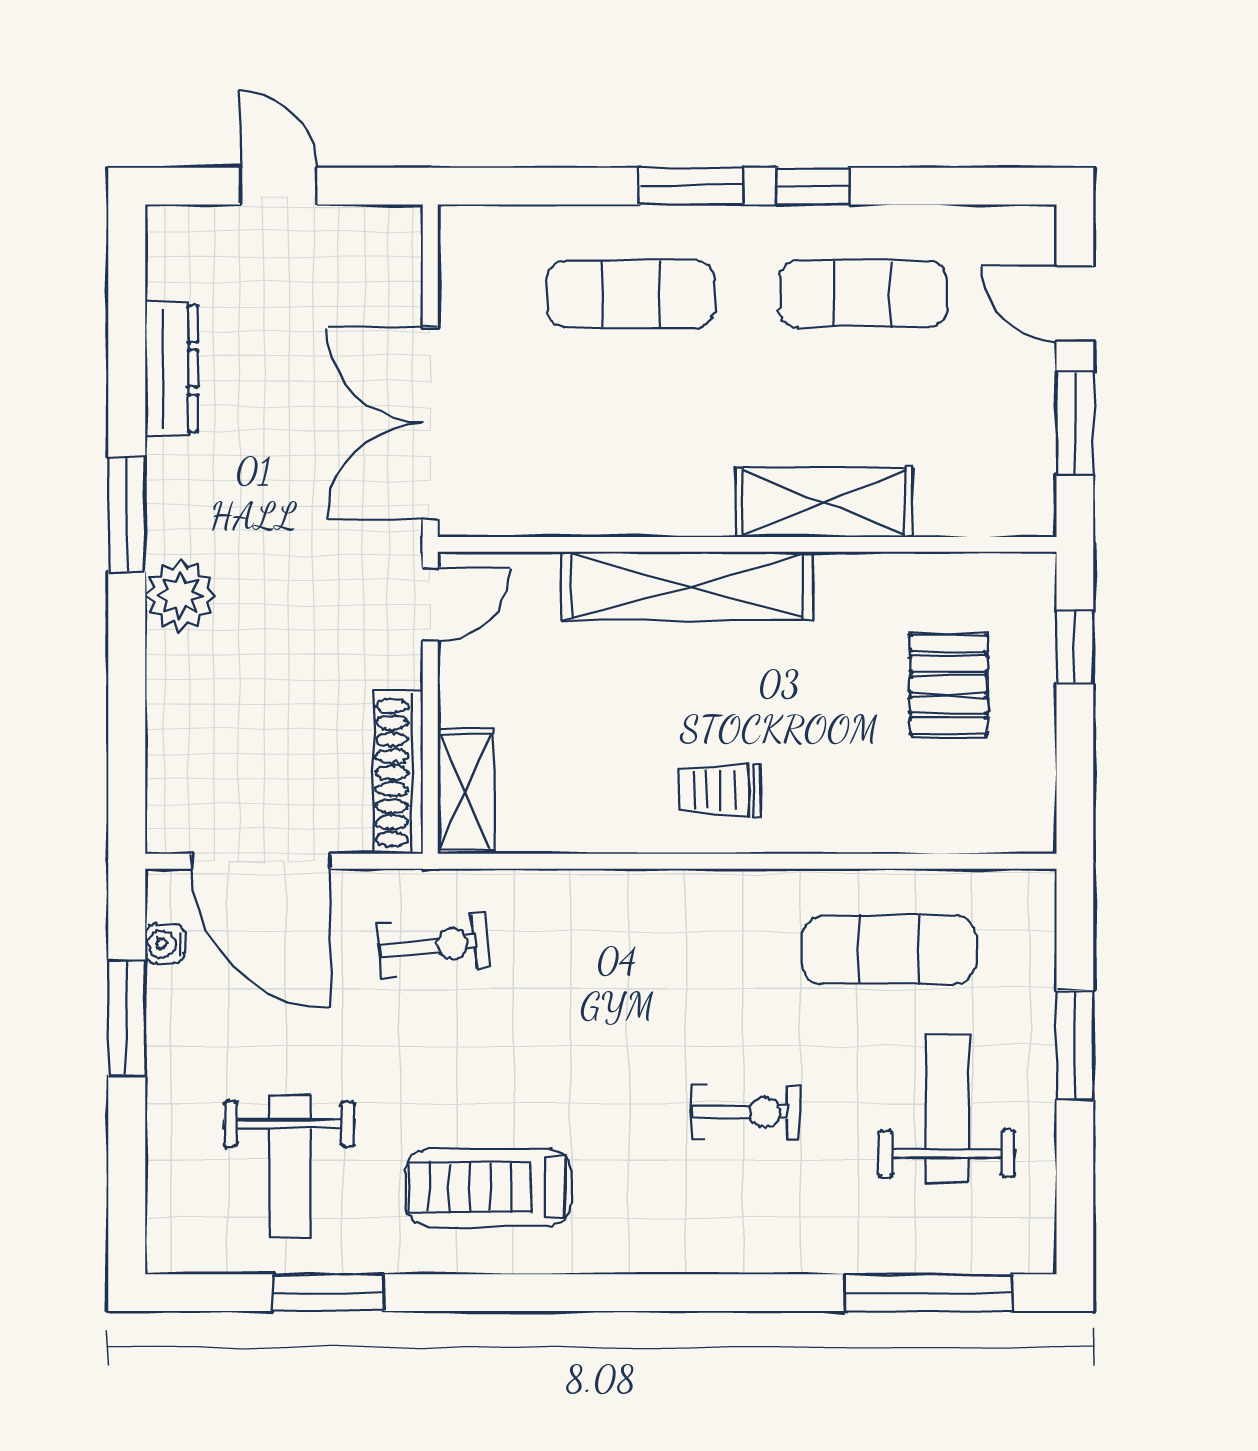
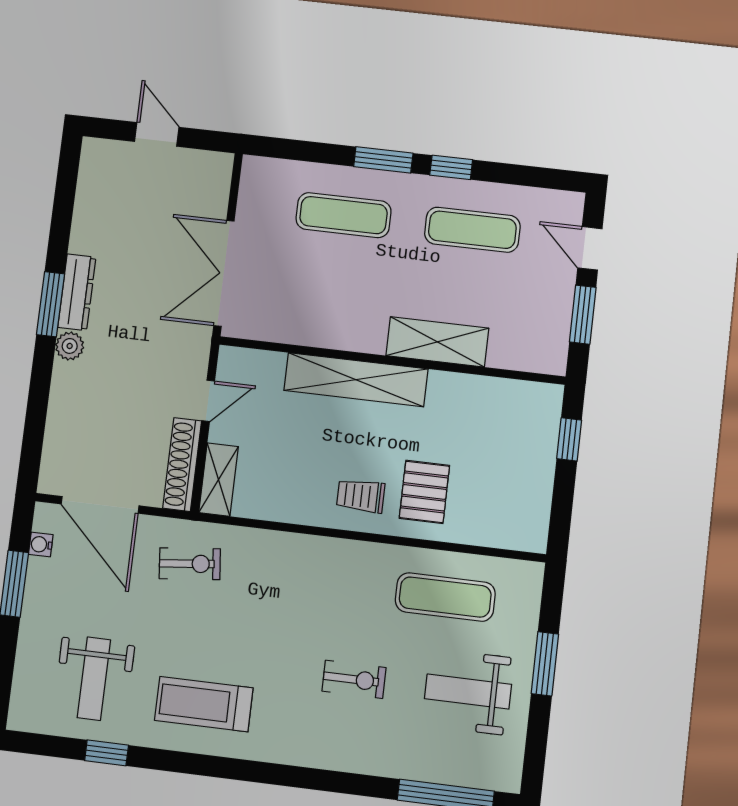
dresser: (171, 369) -> (77, 292), moved
plant: (180, 595) -> (70, 346), width x0.73, depth x0.73
door: (430, 604) -> (208, 401), moved
pallet: (949, 685) -> (424, 492), moved
weight bench: (947, 1109) -> (468, 692), turned -90
window: (328, 1293) -> (107, 753), width x0.67

